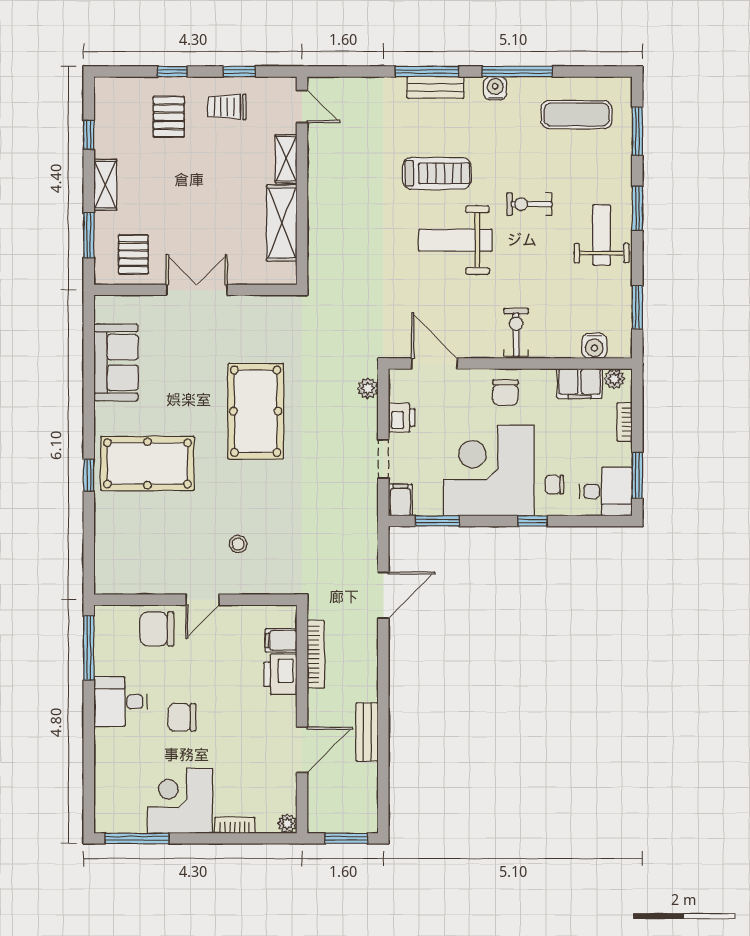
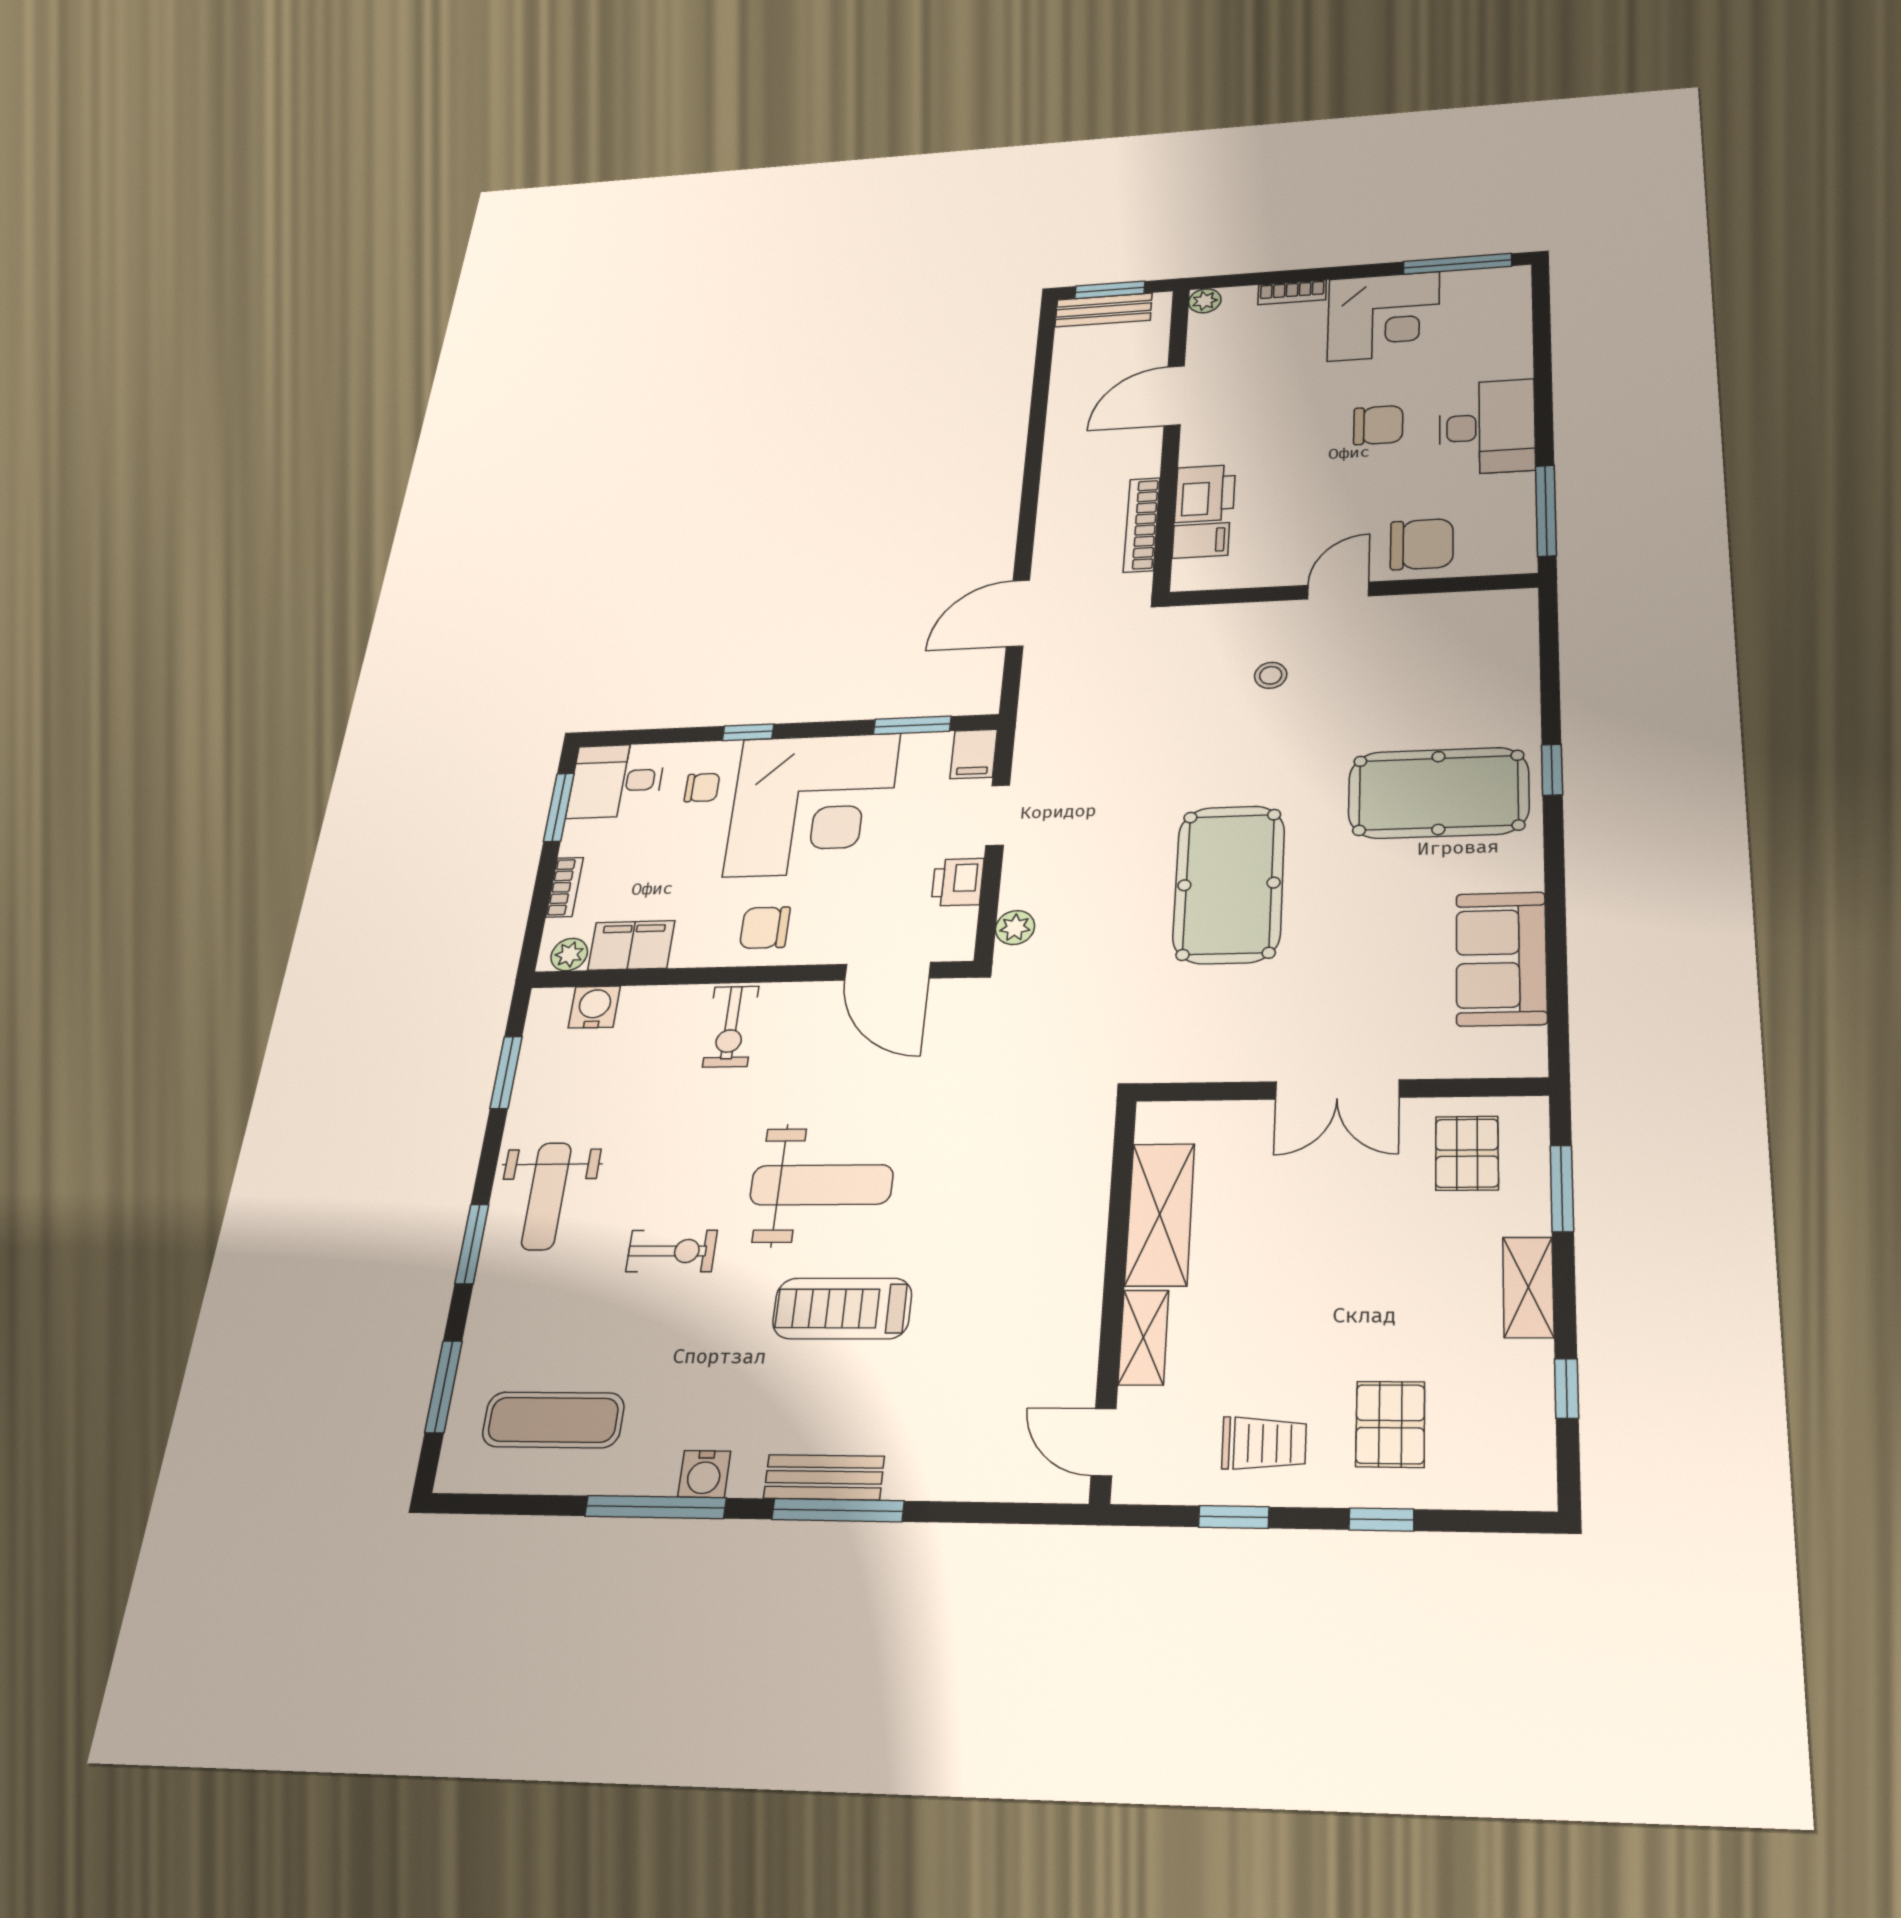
chair: (506, 392) -> (765, 928), turned -90
desk: (120, 702) -> (1487, 427), width x1.37
bench: (367, 732) -> (1103, 310), moved, turned 90

